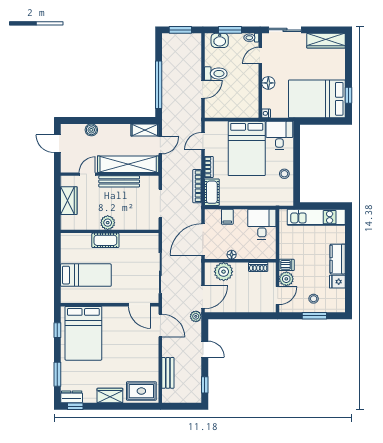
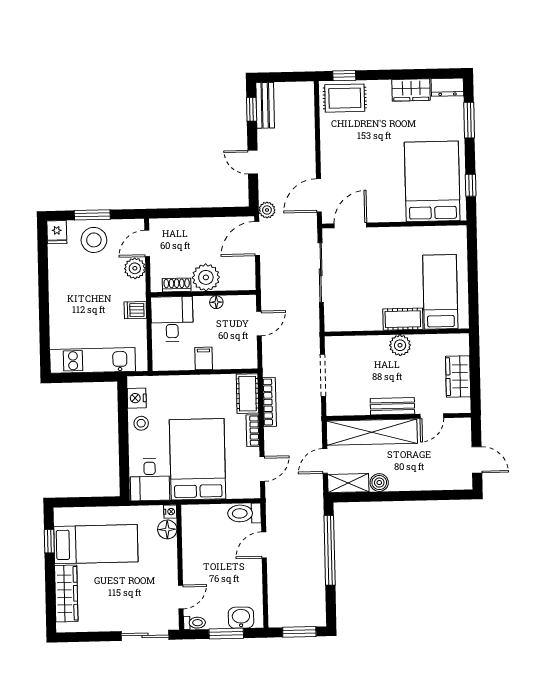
wardrobe: (326, 41) -> (66, 594), moved, turned 90
toilet: (216, 74) -> (244, 513), moved
floor lamp: (268, 83) -> (167, 529), moved
bed: (317, 99) -> (96, 544), width x0.67
boiler: (91, 130) -> (379, 483), moved
bench: (119, 181) -> (392, 406), width x0.73
nightstand: (287, 191) -> (137, 398), added
filing cabinet: (227, 217) -> (204, 358), moved
desk: (262, 224) -> (172, 319), moved, turned 180
door: (203, 240) -> (259, 324), width x0.53
kitchen counter: (338, 259) -> (60, 299), removed
dishwasher: (287, 265) -> (135, 310), moved
plant: (224, 272) -> (206, 277), moved
bed: (86, 275) -> (440, 292), moved, turned 90
fridge: (337, 282) -> (57, 232), moved, turned 90
stool: (314, 299) -> (94, 240), width x1.89, depth x1.89
door: (139, 305) -> (350, 225), hinge flipped
door: (160, 325) -> (319, 195), hinge flipped
bench: (168, 373) -> (265, 105), moved
wardrobe: (110, 396) -> (411, 90), moved
window: (75, 406) -> (344, 76), moved

